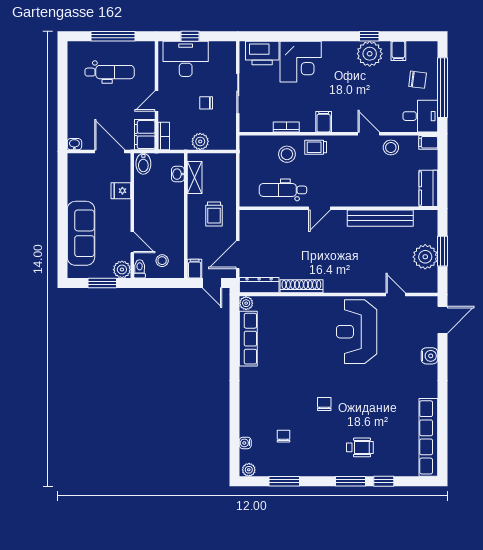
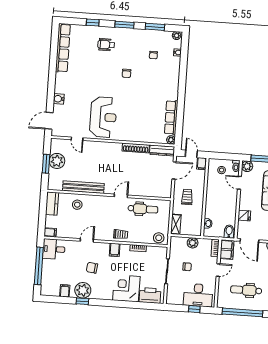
window: (113, 36) -> (242, 312), width x1.46
chair: (418, 80) -> (92, 268), moved
door: (369, 134) -> (87, 240), swing flipped
stool: (391, 147) -> (77, 205), moved
stool: (287, 154) -> (159, 238), moved
shelving: (195, 177) -> (176, 224), moved
window: (351, 481) -> (124, 25), moved

